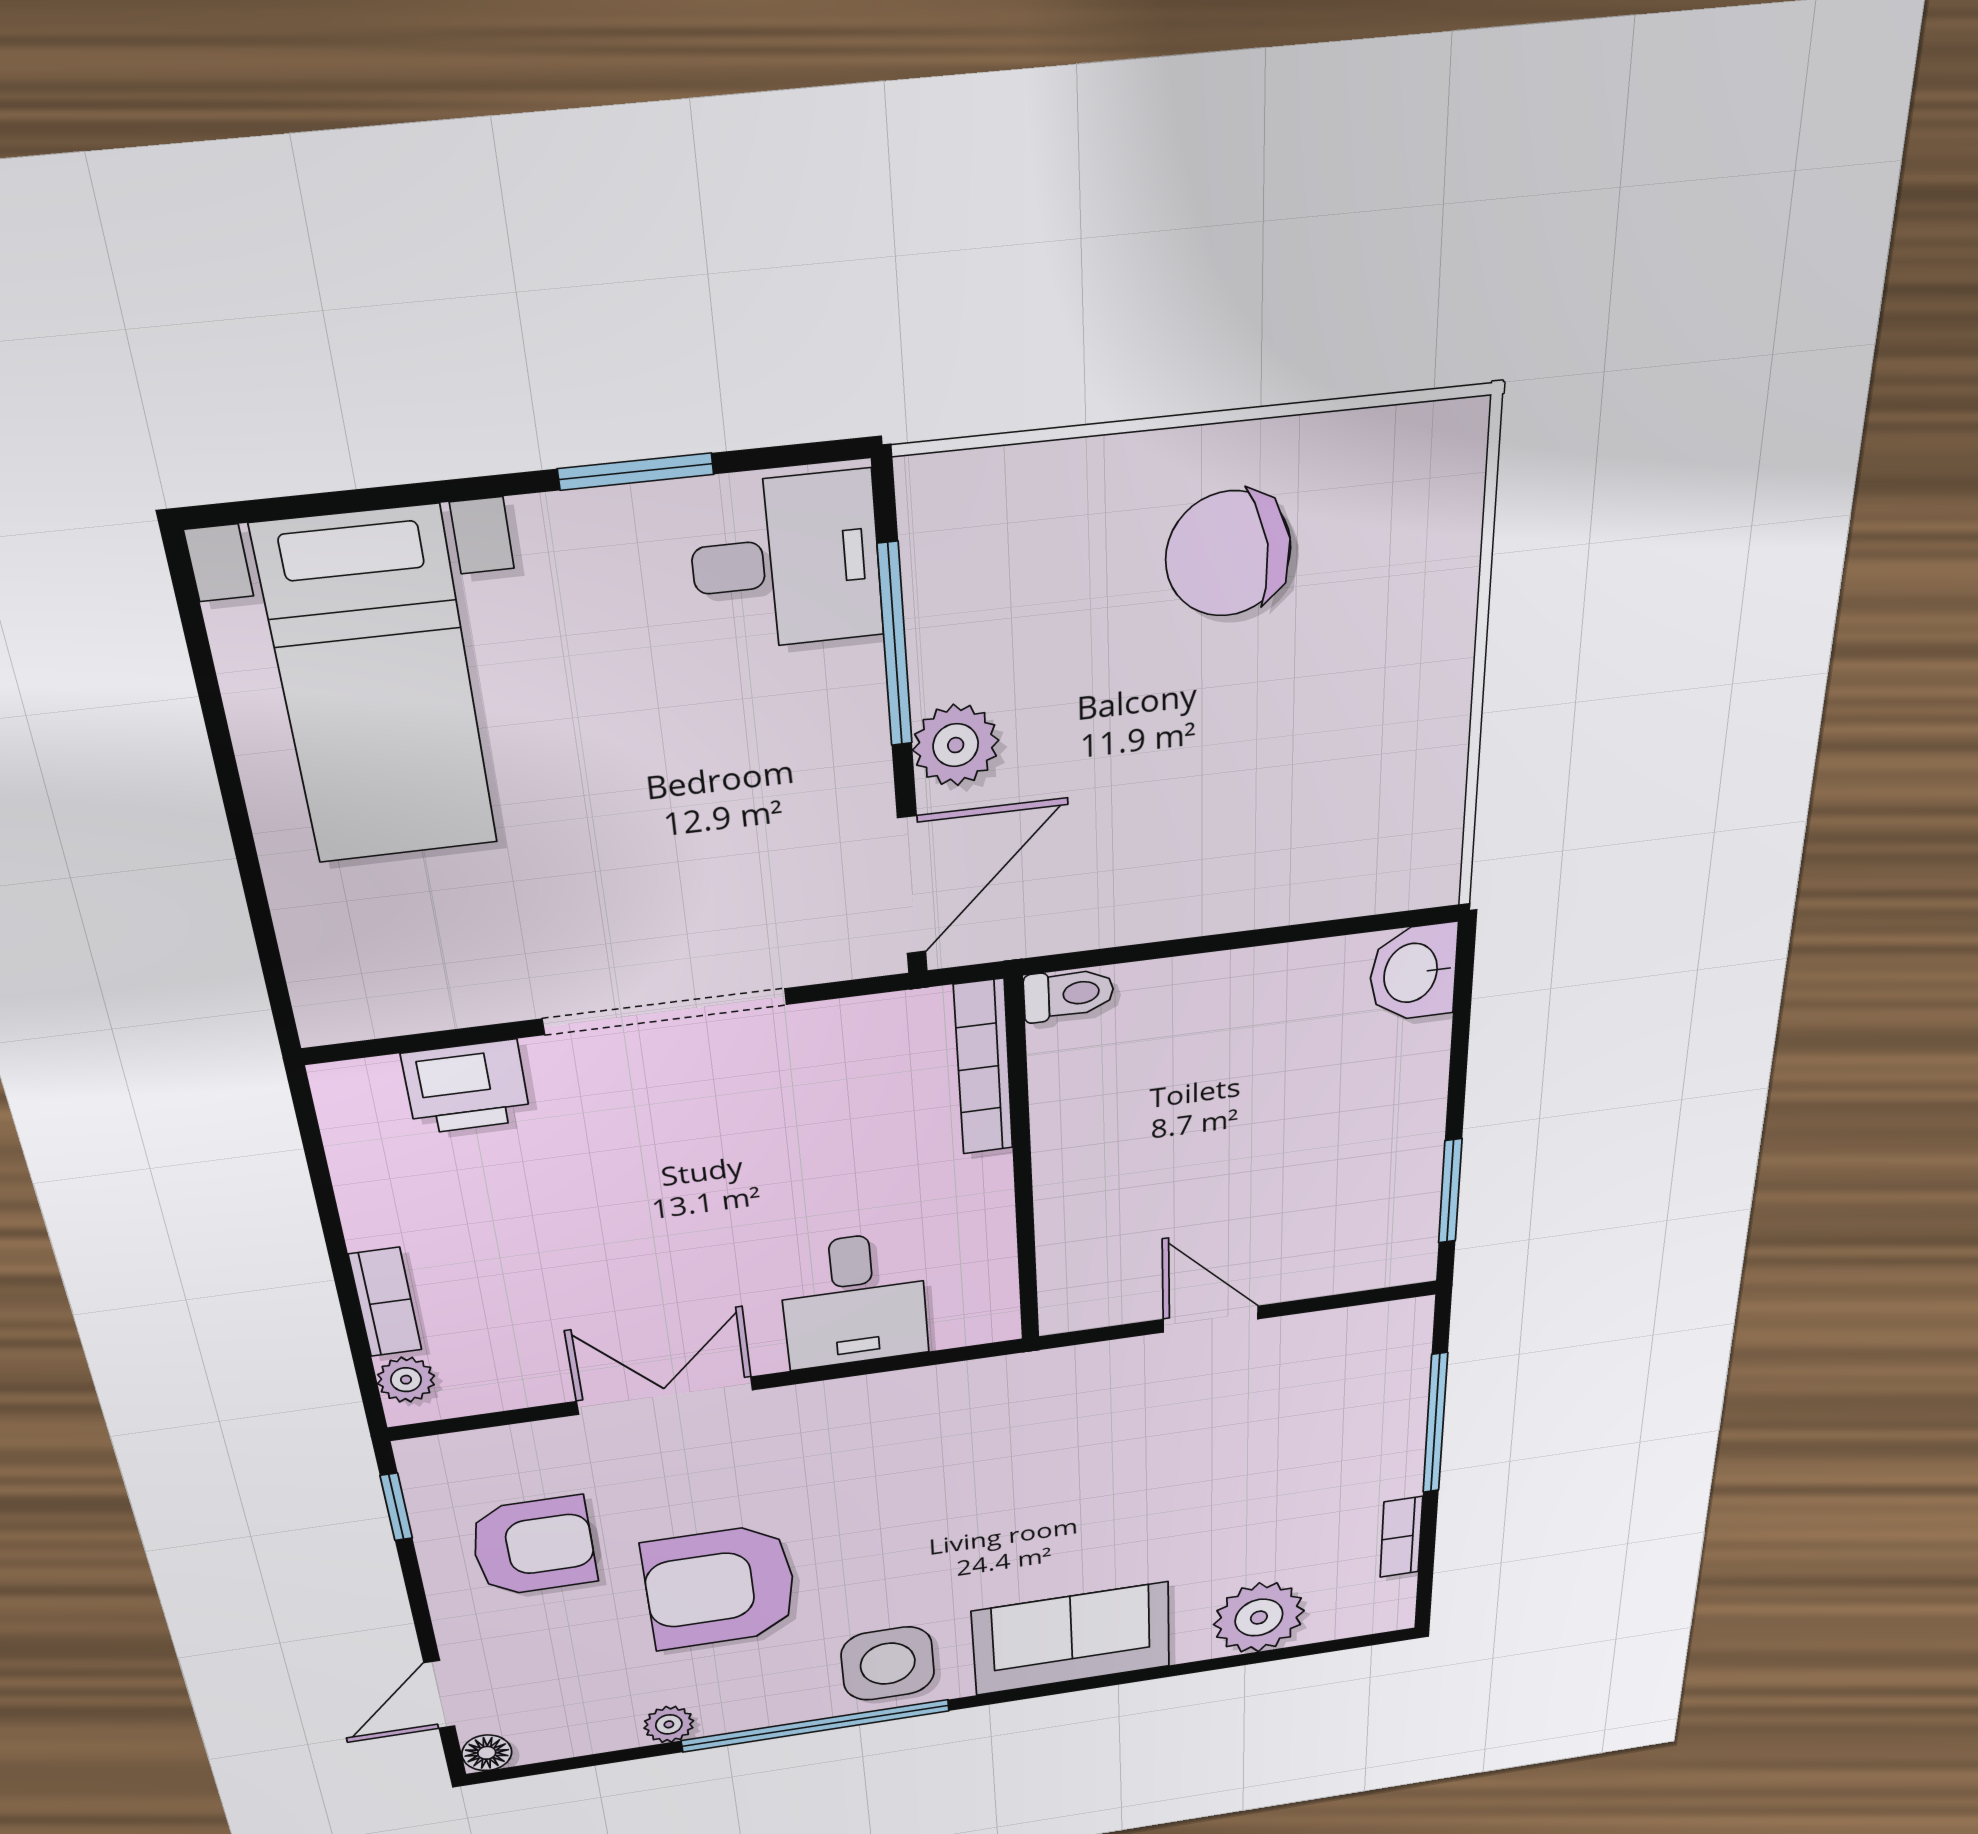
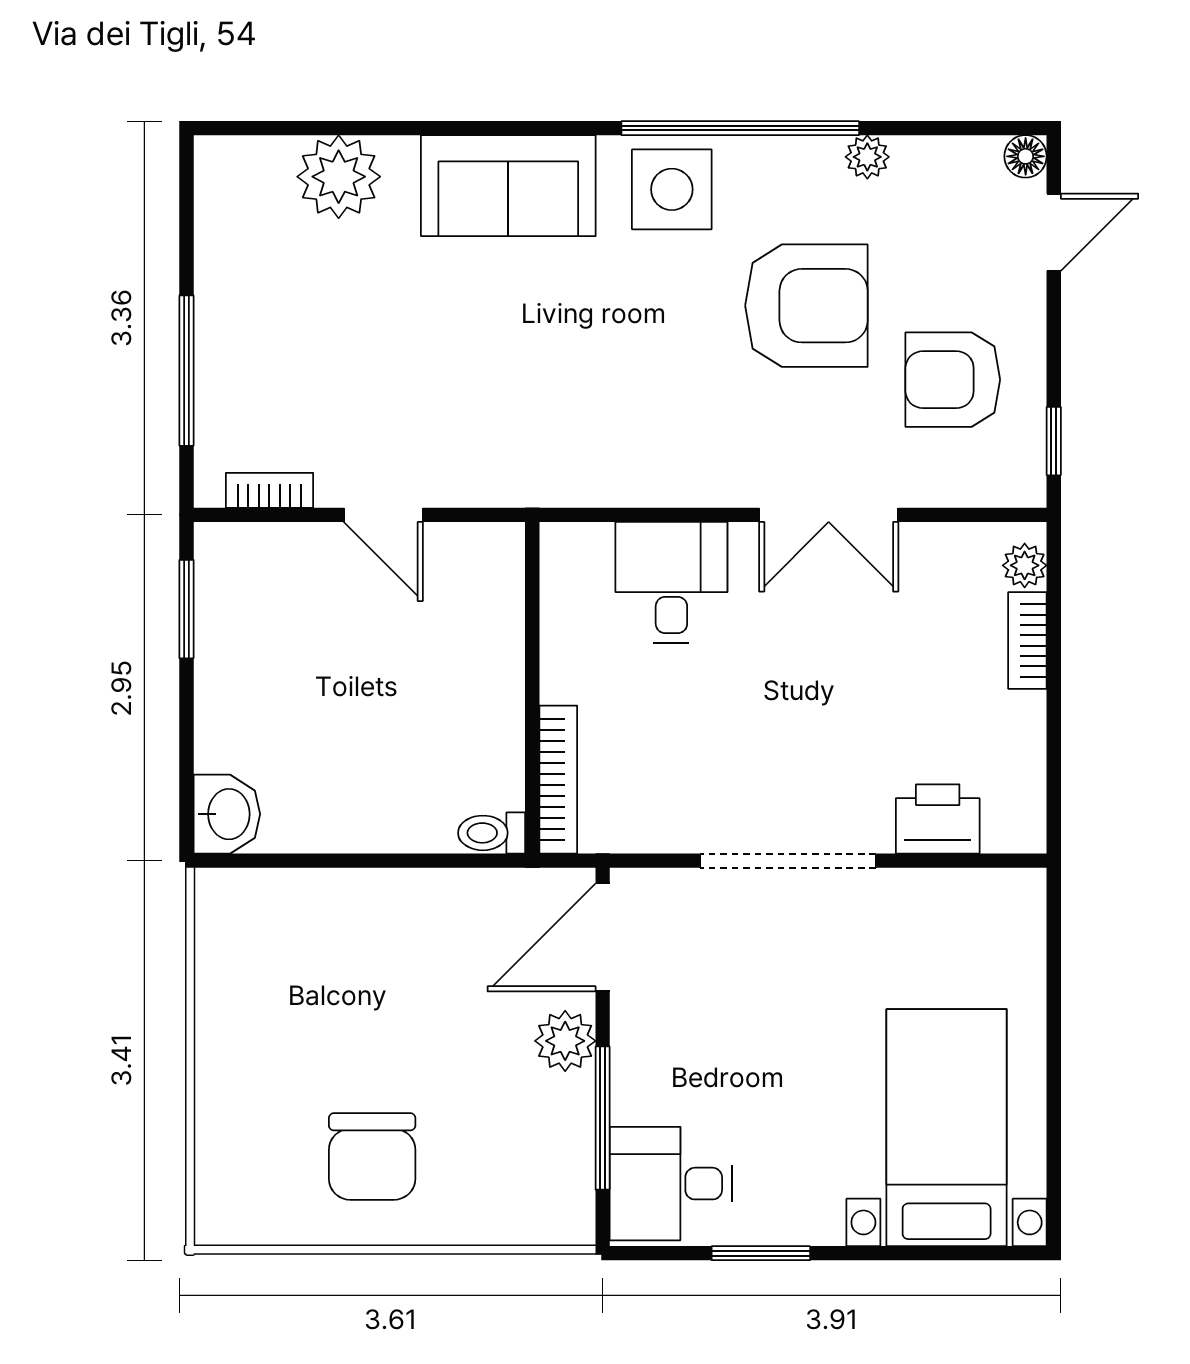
chair: (1228, 554) -> (372, 1156), turned 98
bookcase: (1401, 1537) -> (269, 490), moved, turned -90

